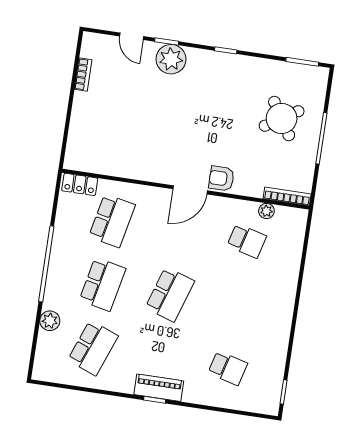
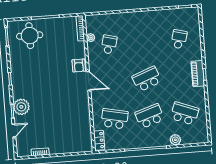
round table: (282, 118) -> (30, 36), moved, turned 32
school desk: (102, 284) -> (150, 116), turned -30
school desk: (170, 294) -> (147, 79), turned -39

